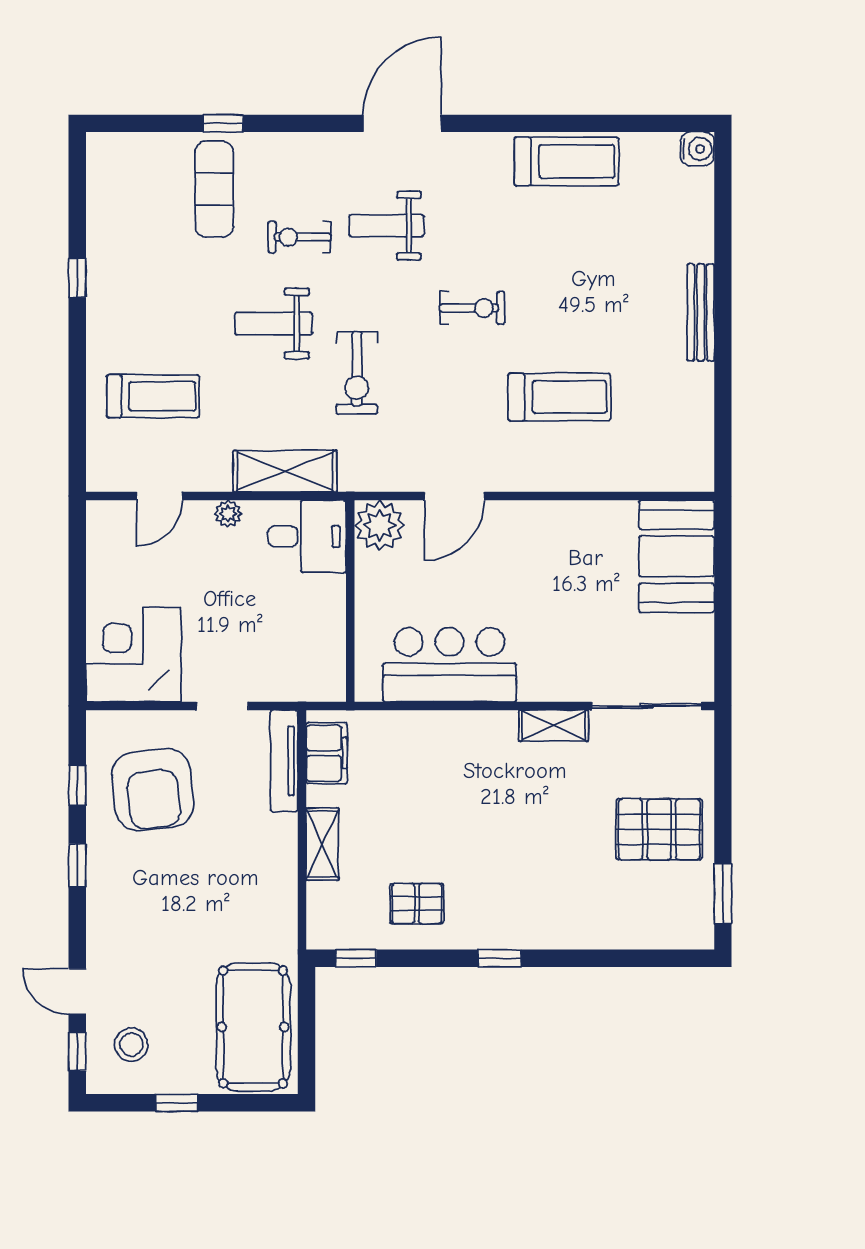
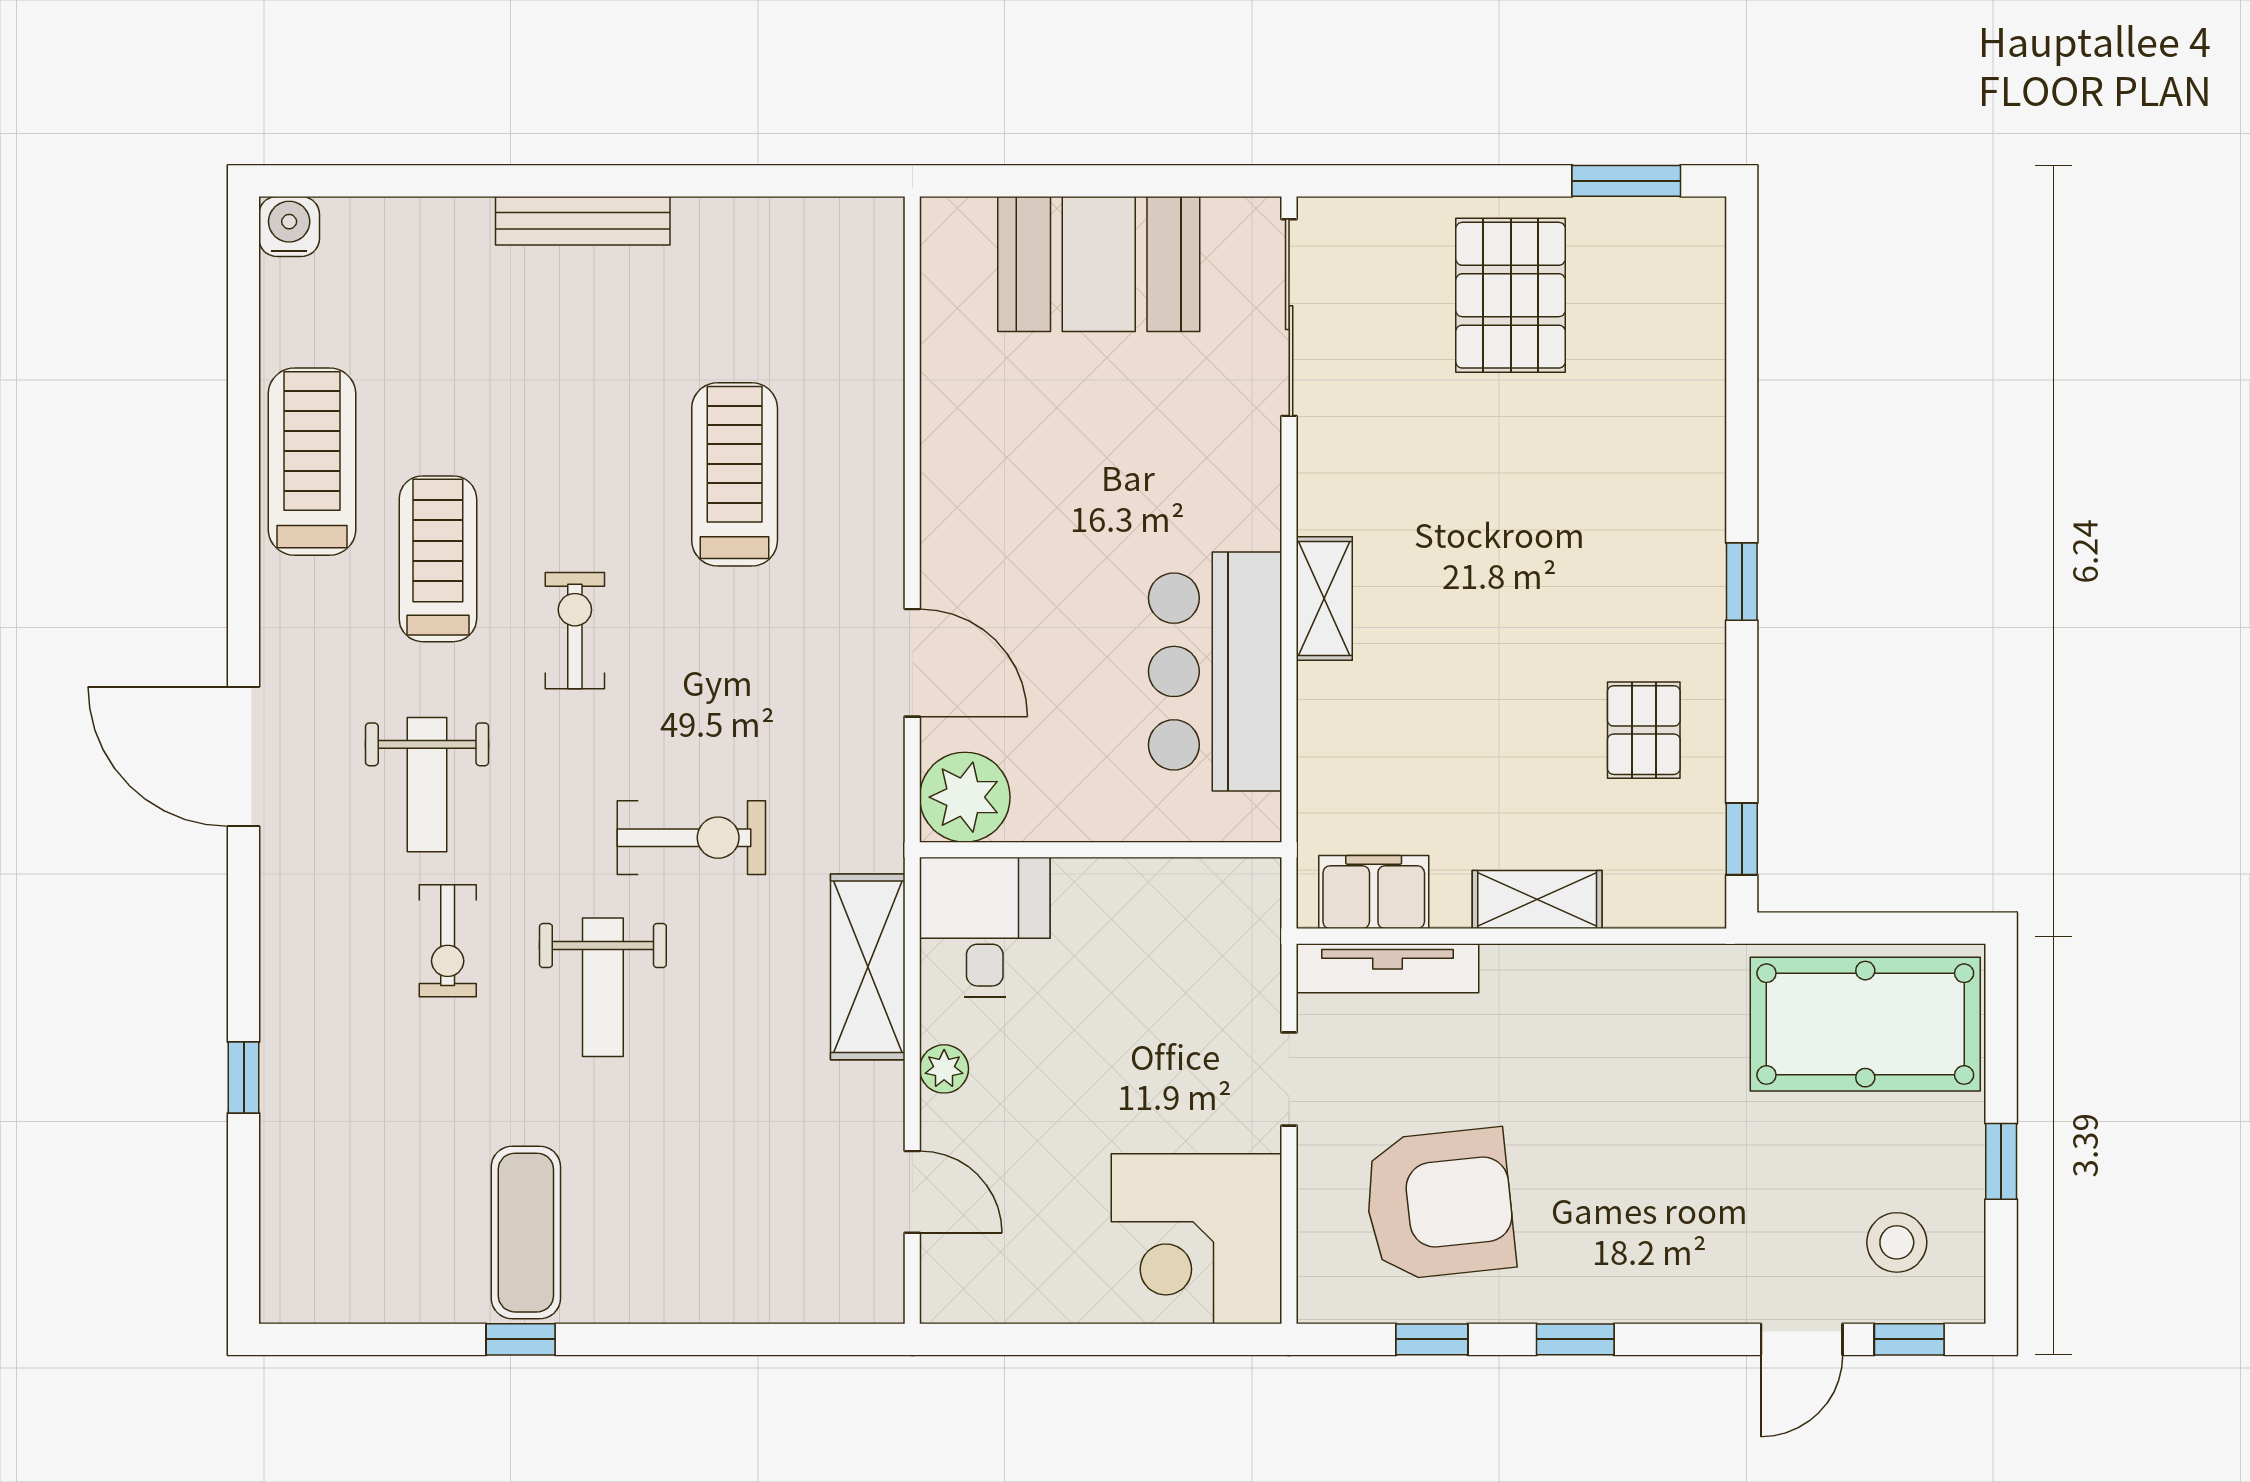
exercise mat: (214, 189) -> (526, 1233), moved, turned 90
treadmill: (153, 396) -> (438, 559), moved
booth: (677, 556) -> (1099, 264), moved
shelving: (554, 726) -> (1324, 598), moved

